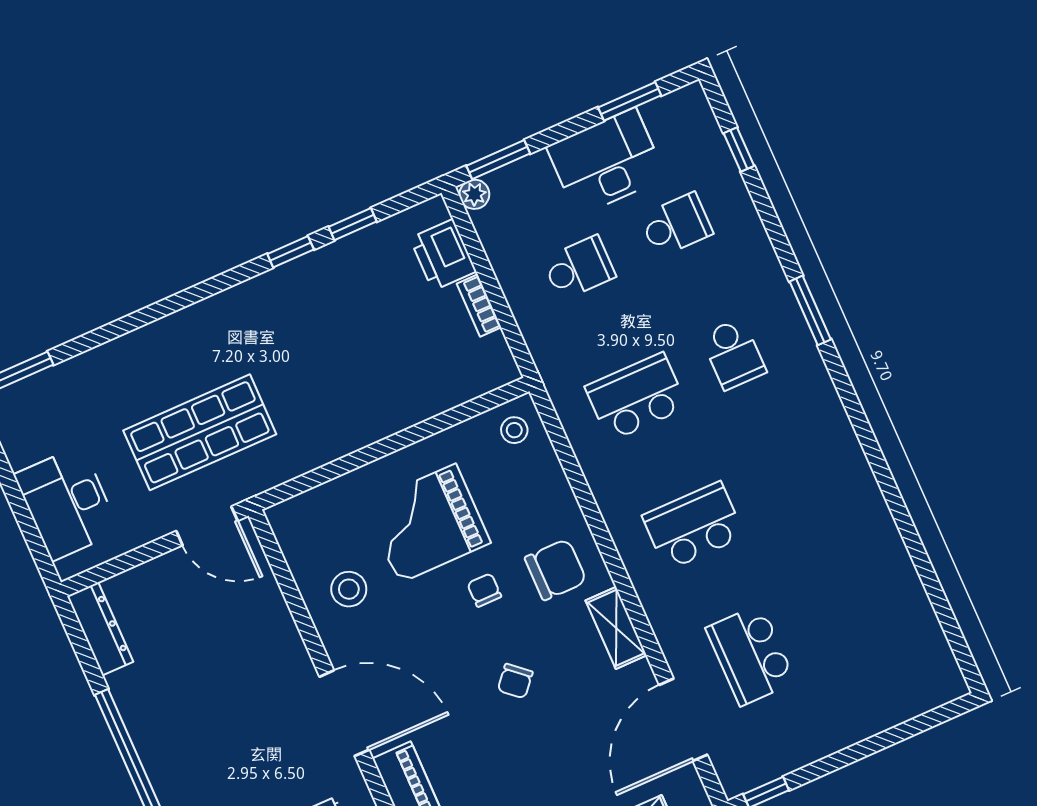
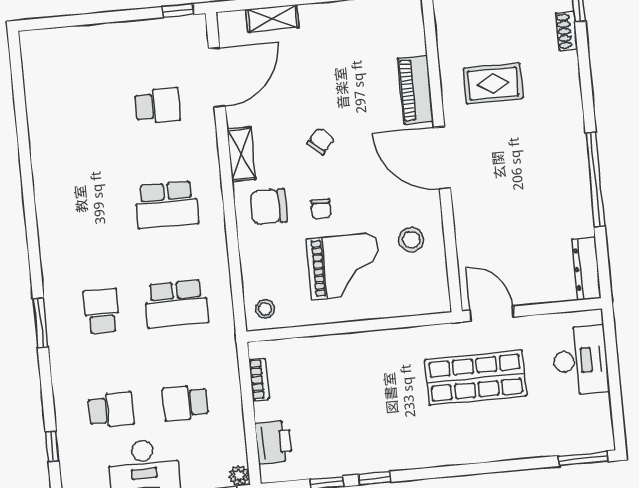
school desk: (676, 225) -> (111, 410), turned 180
bookcase: (479, 306) -> (259, 379), moved
school desk: (751, 655) -> (157, 106), width x0.54

